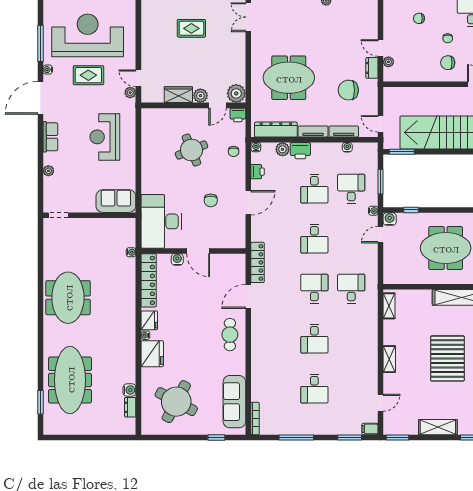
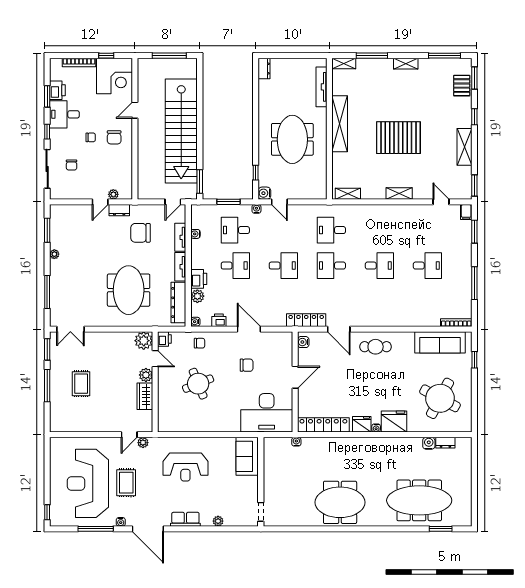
chair: (348, 90) -> (140, 233), turned 90
water cooler: (177, 259) -> (303, 342), moved

